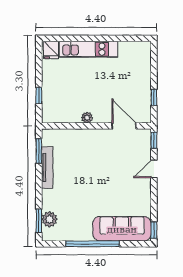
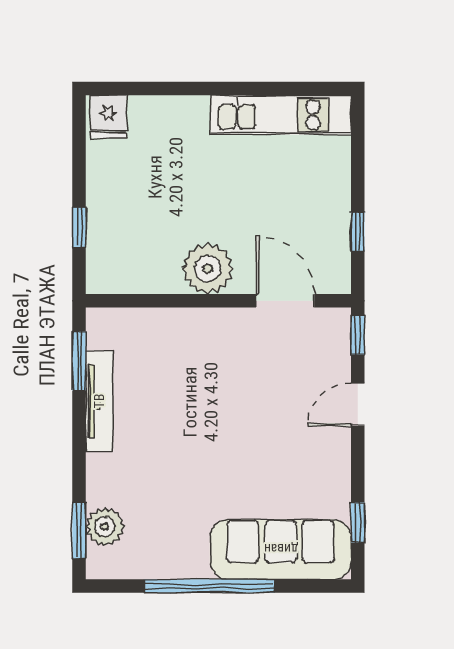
kitchen unit: (89, 49) -> (281, 115), moved
plant: (87, 118) -> (208, 269), width x1.88, depth x1.88
window: (154, 230) -> (358, 522), moved

